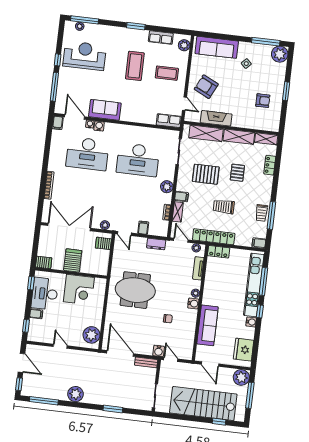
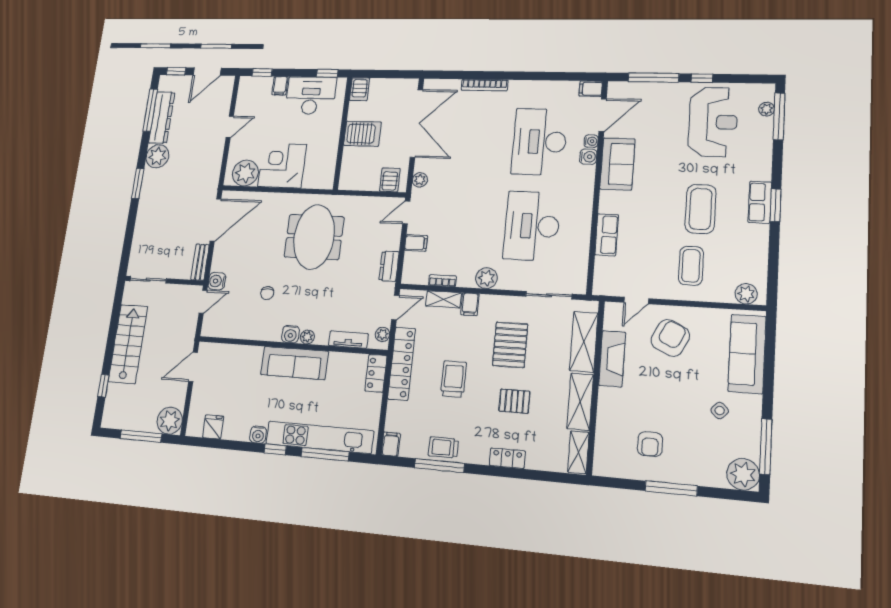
row of seats: (161, 37) -> (760, 202), moved
coffee table: (135, 66) -> (701, 209), turned 90
window: (286, 91) -> (671, 488), width x1.44
row of seats: (169, 121) -> (607, 235), moved
locker: (270, 165) -> (507, 458), moved
corner desk: (79, 290) -> (282, 166), moved, turned 90
sofa: (208, 325) -> (294, 363), moved
fridge: (244, 350) -> (213, 427), width x0.53, depth x0.75
dresser: (50, 393) -> (162, 117), added
stairs: (203, 404) -> (128, 344), width x0.73, depth x0.66
window: (113, 409) -> (138, 183), moved

